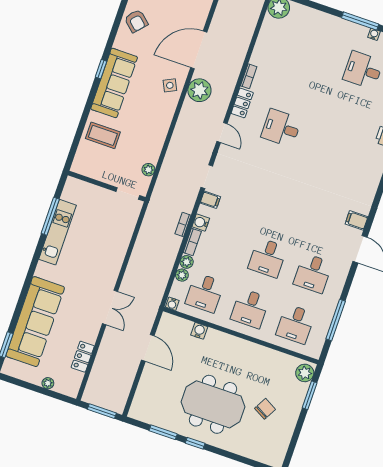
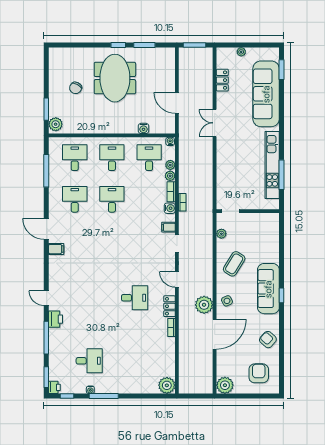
coffee table: (103, 135) -> (234, 264), moved, turned -58
kitchen unit: (58, 232) -> (272, 165), width x1.36
meeting table: (213, 404) -> (115, 78), turned 90

